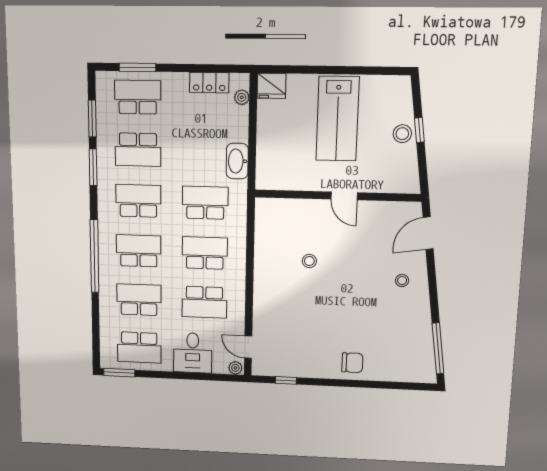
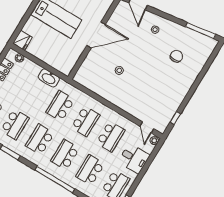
door: (344, 196) -> (96, 35), width x1.88
school desk: (205, 253) -> (85, 121), turned 180
door: (248, 347) -> (147, 127), hinge flipped
chair: (352, 363) -> (176, 56), moved

